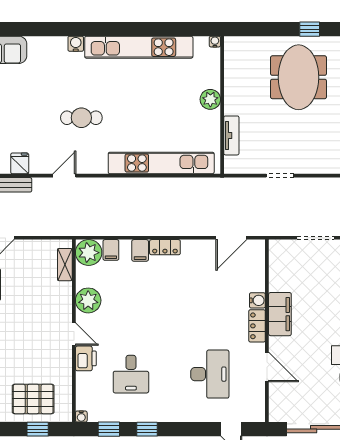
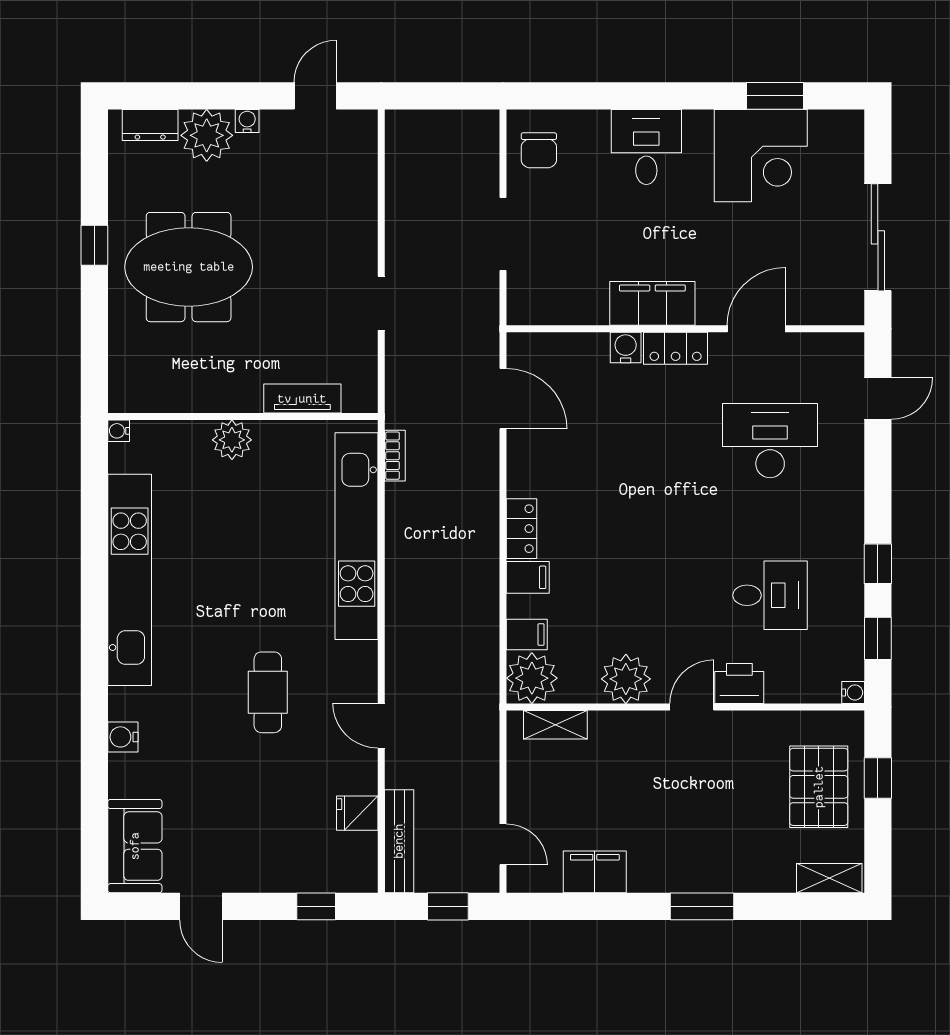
water cooler: (76, 44) -> (123, 737), moved
bookcase: (202, 183) -> (395, 456), added

